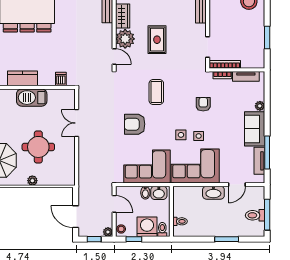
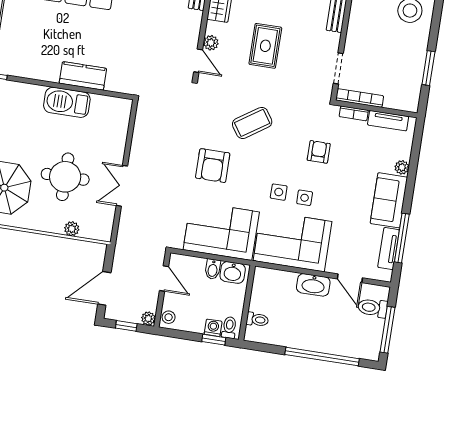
plant: (125, 39) -> (211, 43), width x0.53, depth x0.53
kitchen counter: (22, 78) -> (83, 76), moved
dishwasher: (61, 79) -> (114, 82), removed
coffee table: (156, 92) -> (252, 123), turned 56
double door: (77, 123) -> (122, 186), moved
armchair: (135, 124) -> (213, 166), turned -90
plant: (32, 181) -> (72, 229), moved
door: (237, 185) -> (350, 278), hinge flipped
toilet: (255, 215) -> (373, 308), moved
door: (76, 217) -> (104, 288), hinge flipped
washing machine: (147, 227) -> (213, 328), width x0.53, depth x0.53
window: (134, 239) -> (214, 340), moved
window: (227, 239) -> (322, 357), width x2.11

